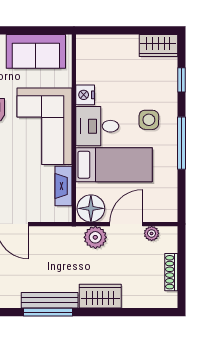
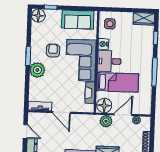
side table: (149, 120) -> (110, 24), moved

